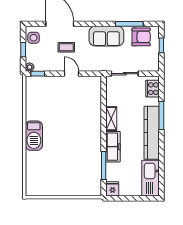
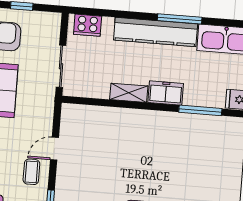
coffee table: (66, 47) -> (31, 172), moved
window: (161, 116) -> (180, 19), moved
freezer: (113, 147) -> (166, 93), width x0.71

